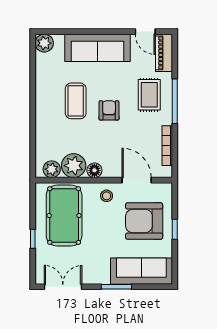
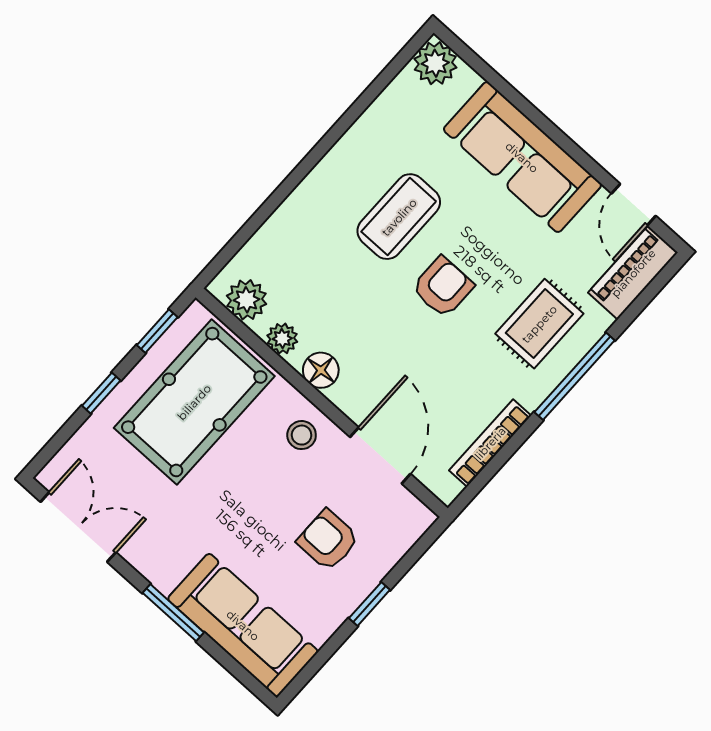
plant: (74, 166) -> (282, 339), width x0.53, depth x0.53
window: (33, 204) -> (157, 331), added
armchair: (144, 221) -> (328, 540), width x0.53, depth x0.53

